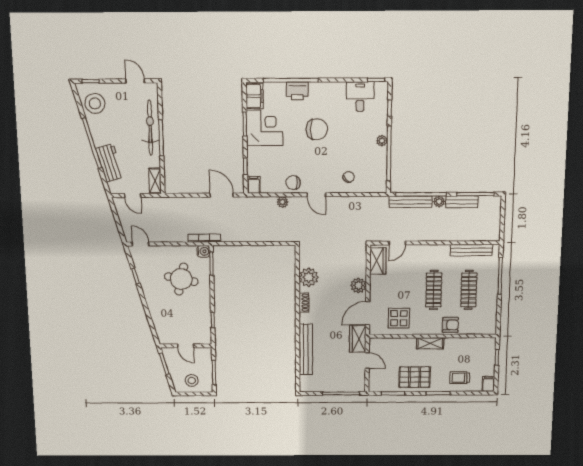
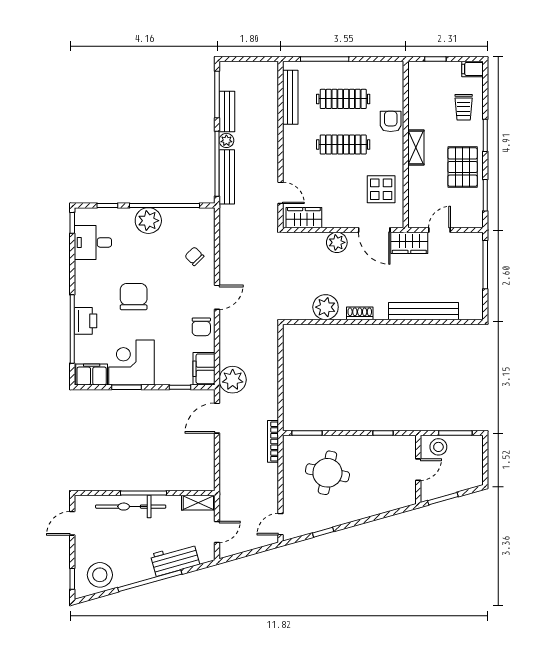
plant: (382, 141) -> (148, 221), width x1.88, depth x1.88
filing cabinet: (254, 185) -> (204, 369), width x2.00
plant: (282, 202) -> (233, 380), moved, width x1.88, depth x1.88
water cooler: (203, 251) -> (291, 443), removed
stool: (192, 380) -> (438, 447), moved

